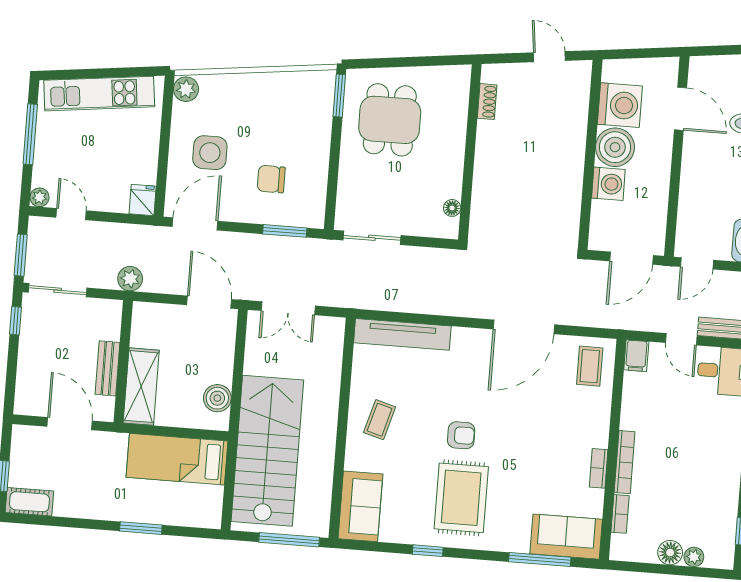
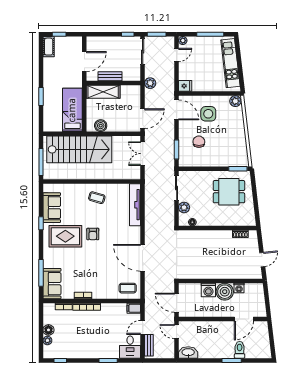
washing machine: (620, 105) -> (239, 288), width x0.53, depth x0.53
plant: (417, 224) -> (184, 207), added
sofa: (360, 506) -> (52, 208), moved, turned -90

